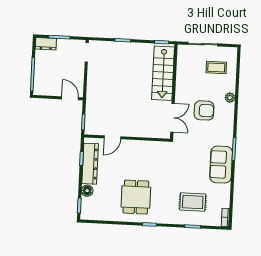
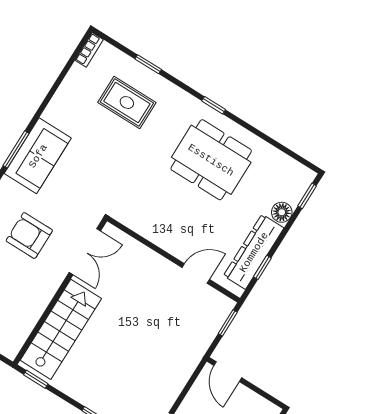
double door: (172, 118) -> (85, 252), swing flipped
sofa: (221, 165) -> (38, 156), moved
dining table: (136, 197) -> (211, 160), width x1.38

